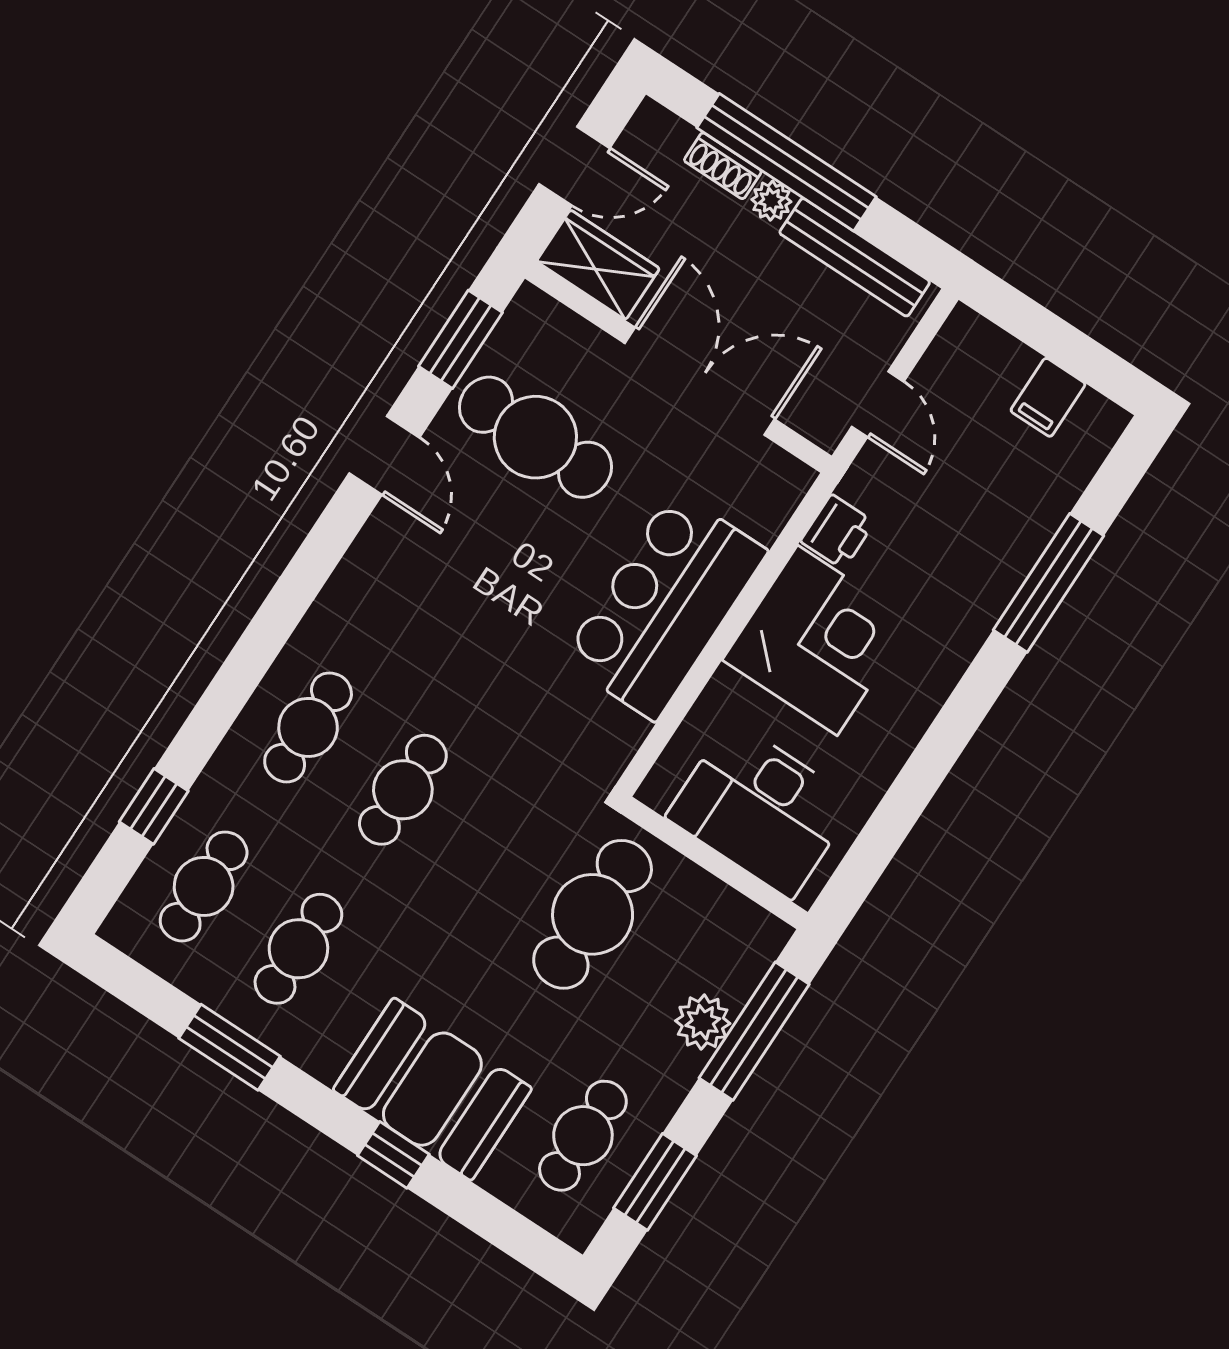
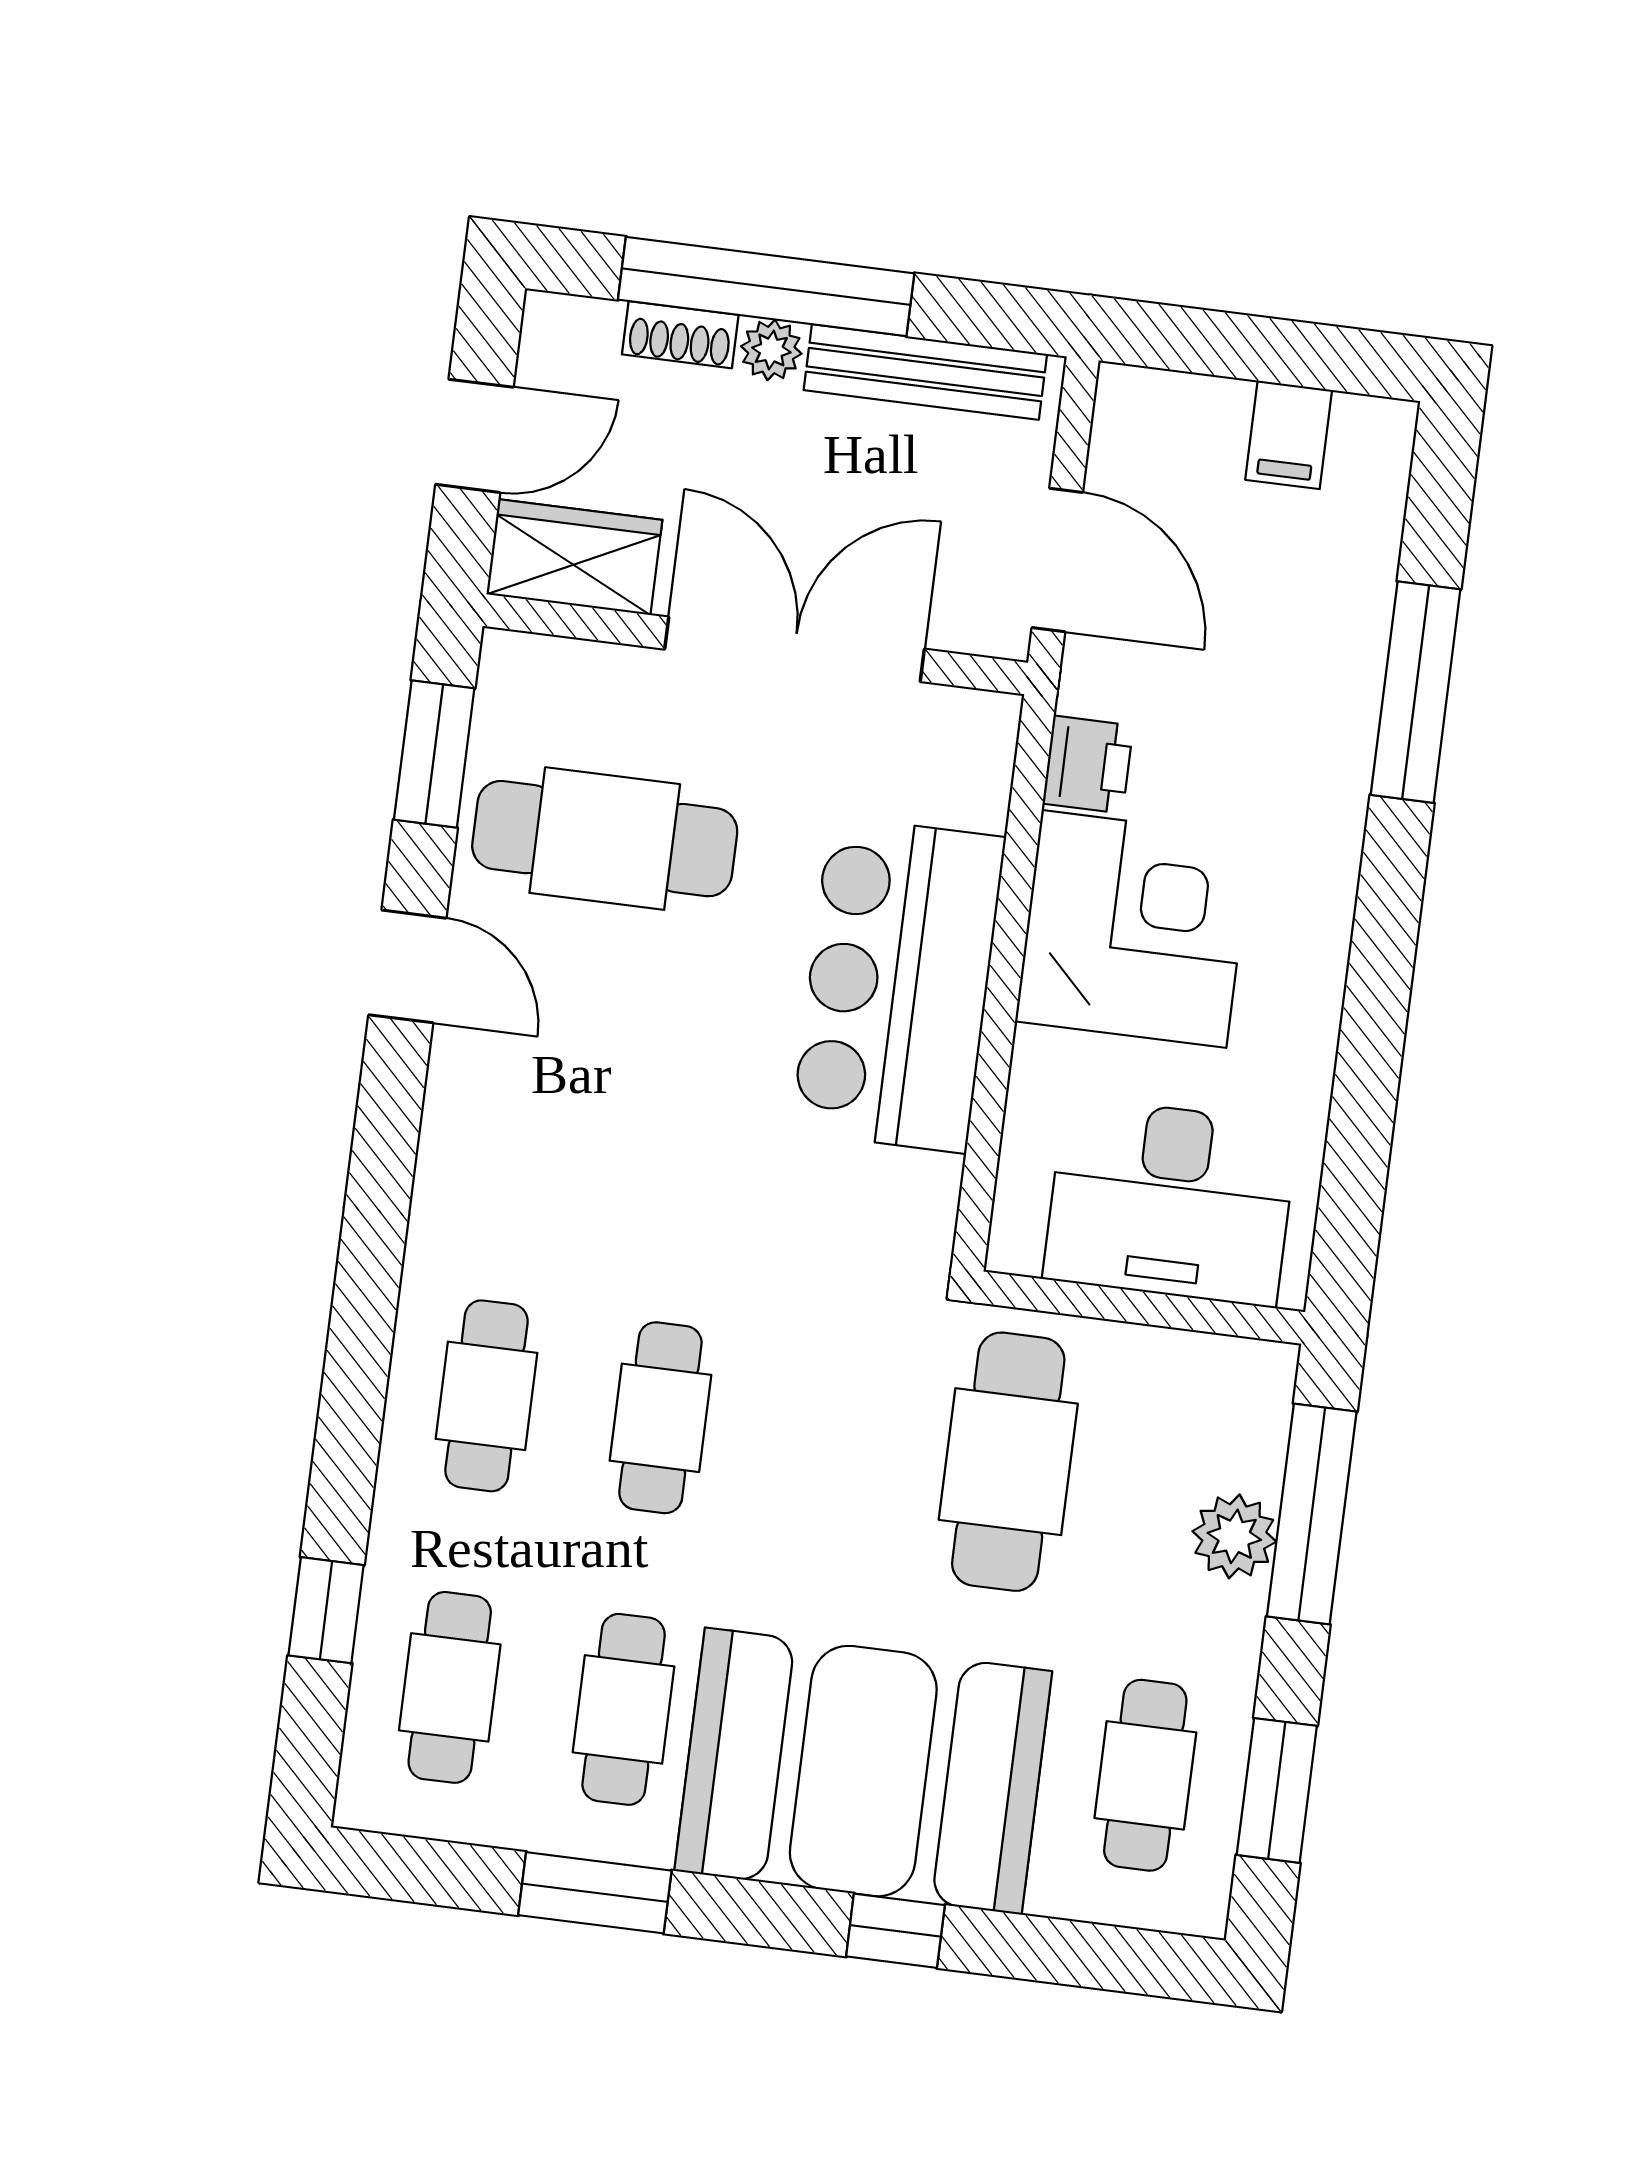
door: (878, 404) -> (1057, 560), width x1.38
booth: (432, 1089) -> (863, 1771), width x1.36, depth x1.42

